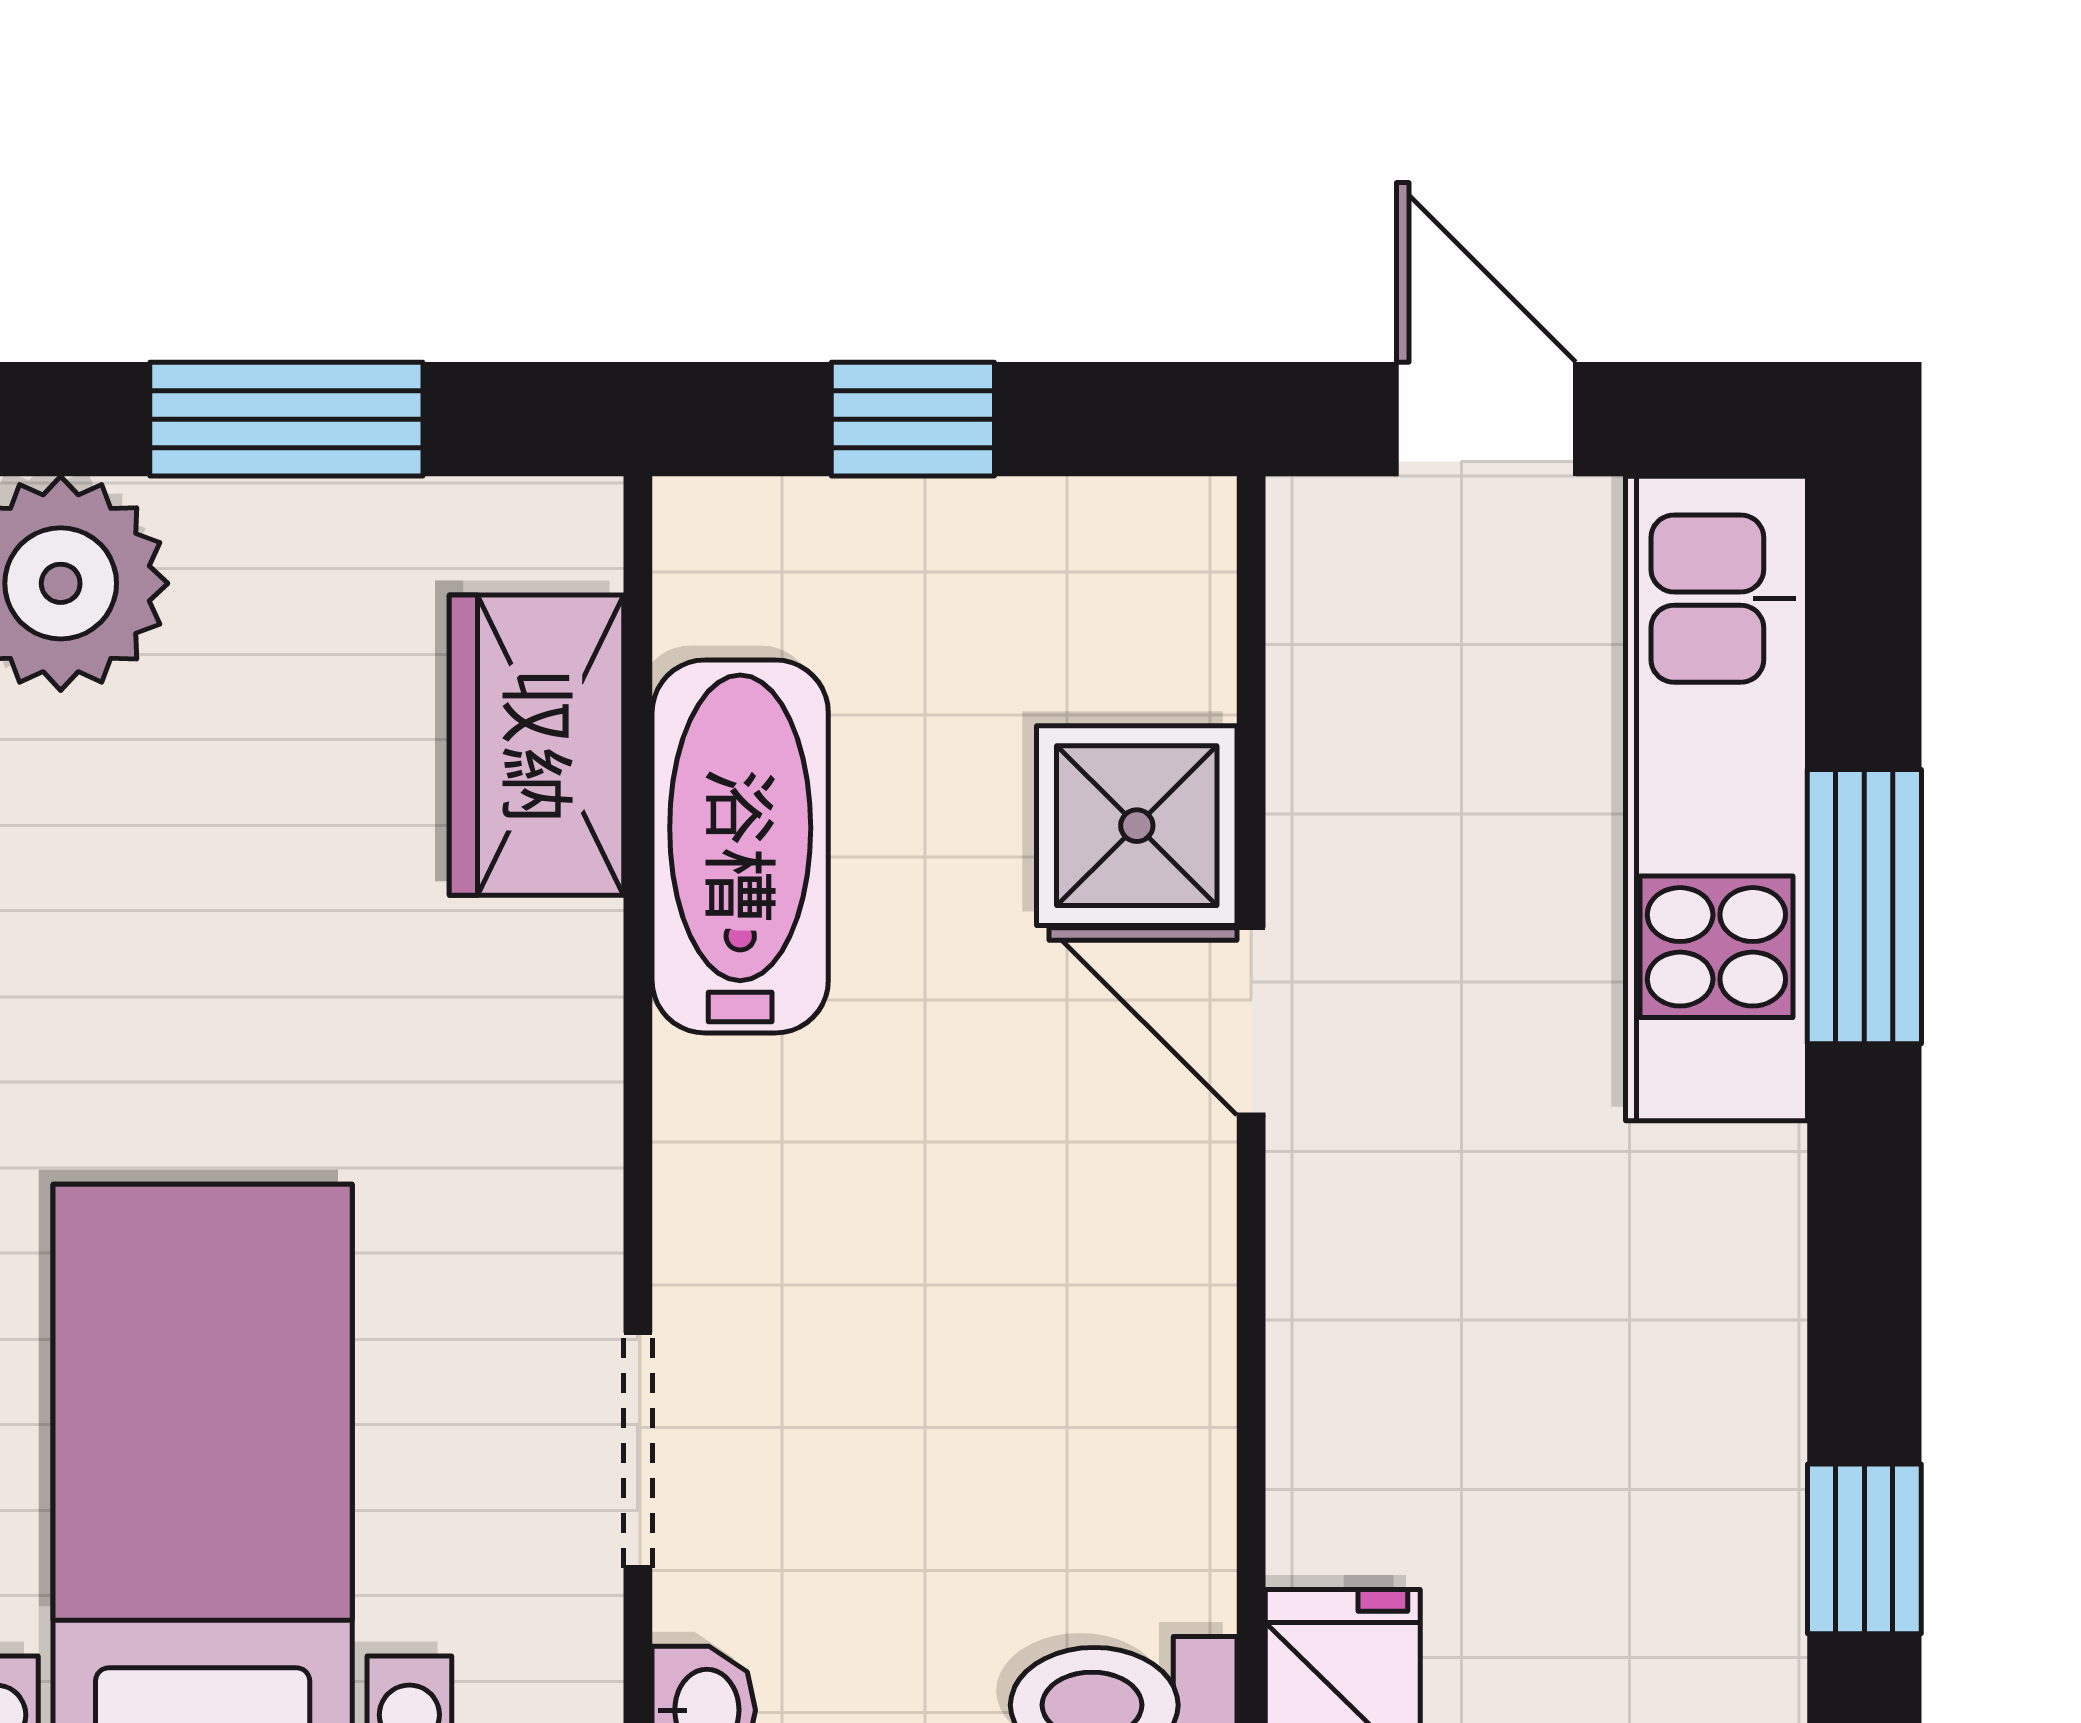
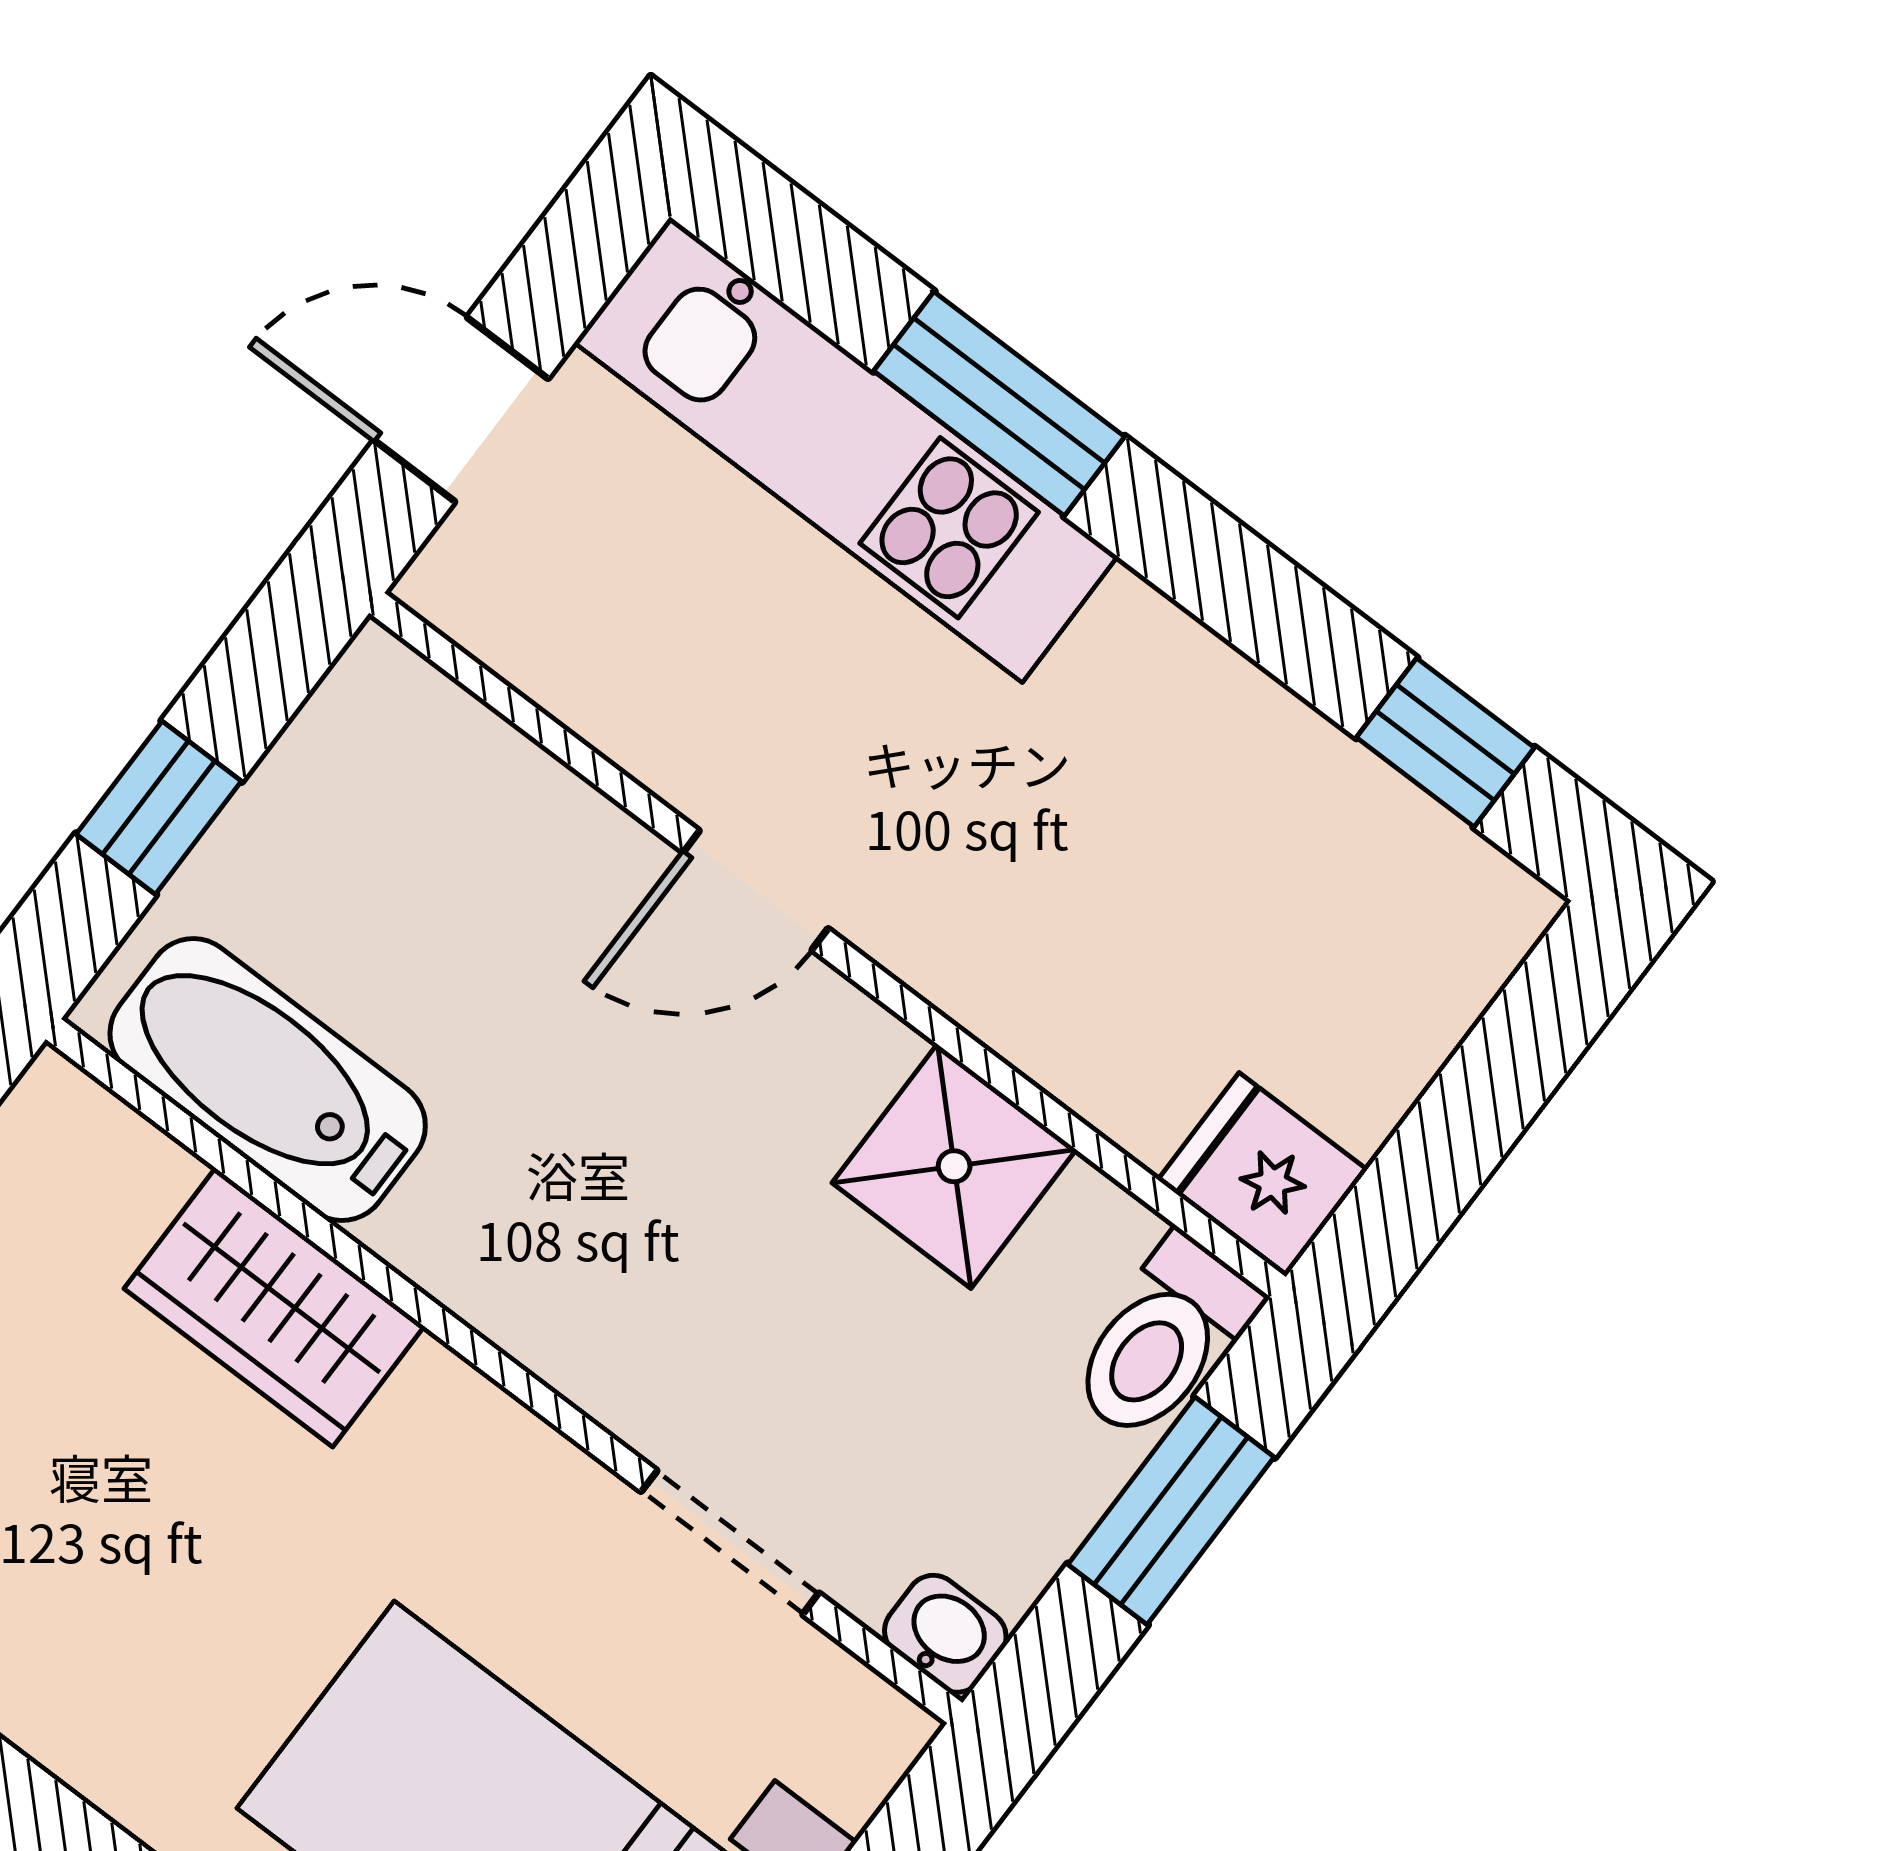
wardrobe: (537, 745) -> (274, 1307), moved
shower: (1137, 826) -> (954, 1166), moved
bathtub: (740, 846) -> (268, 1080), moved

